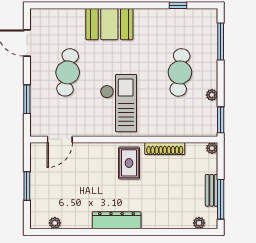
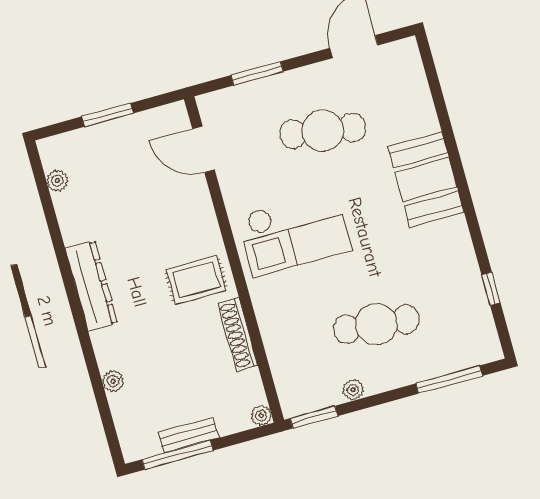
plant: (199, 223) -> (113, 381), moved

